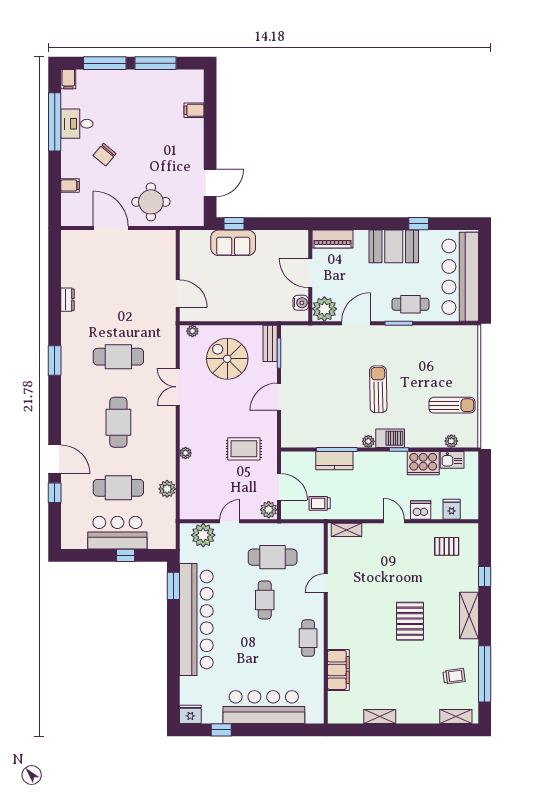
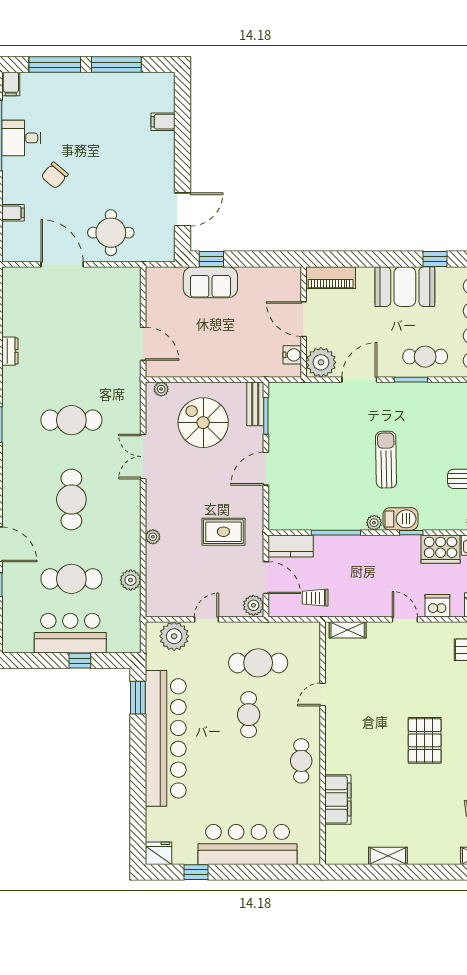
kitchen counter: (334, 461) -> (291, 546), moved

